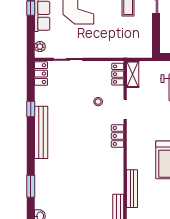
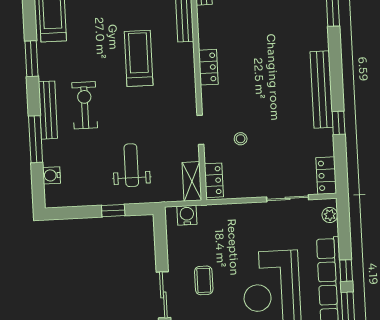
water cooler: (137, 51) -> (187, 215), added
locker: (118, 136) -> (208, 67), moved

